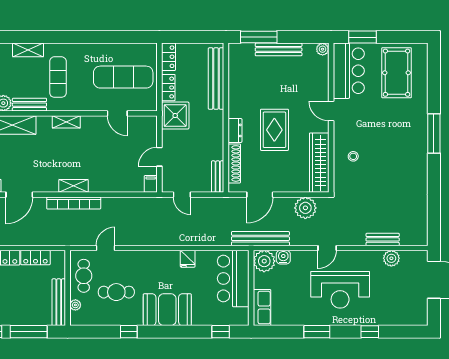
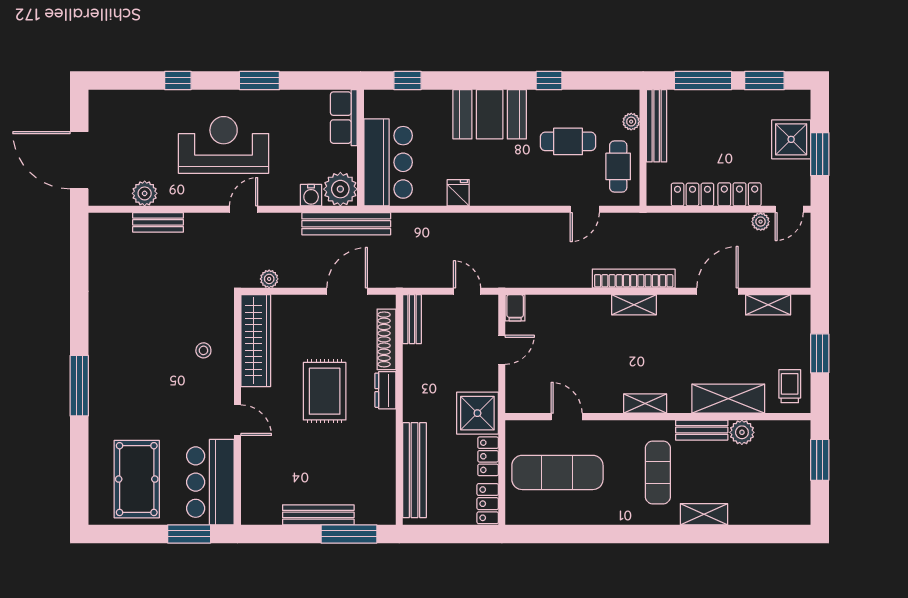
plant: (323, 49) -> (251, 515), removed
plant: (305, 208) -> (269, 279), width x0.53, depth x0.53

